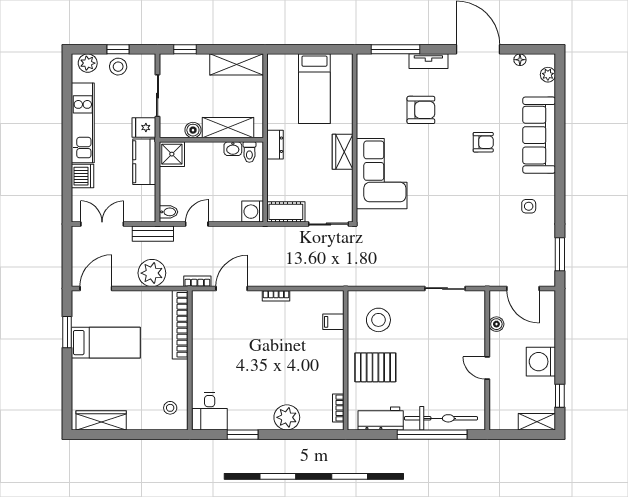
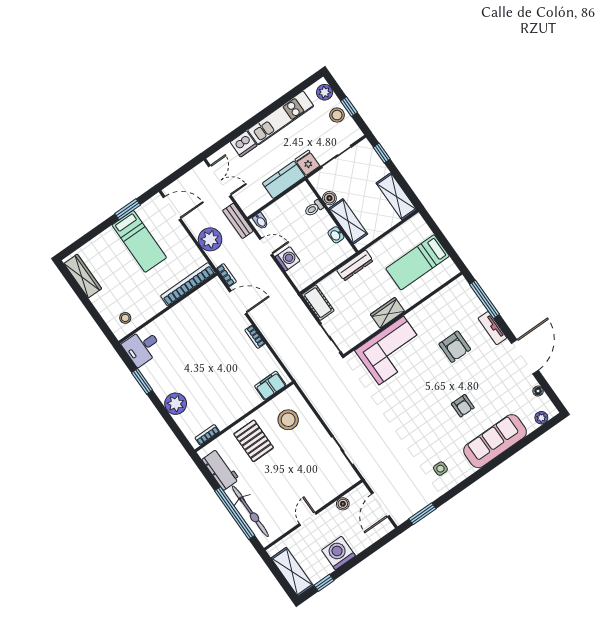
dresser: (275, 145) -> (355, 265), width x1.44
toilet: (249, 152) -> (314, 208), moved
shower: (172, 154) -> (302, 195), removed
washing machine: (253, 212) -> (288, 259), moved, turned 90
filing cabinet: (333, 322) -> (270, 386), width x2.00
shelving: (537, 422) -> (292, 572), width x1.50, depth x1.33

